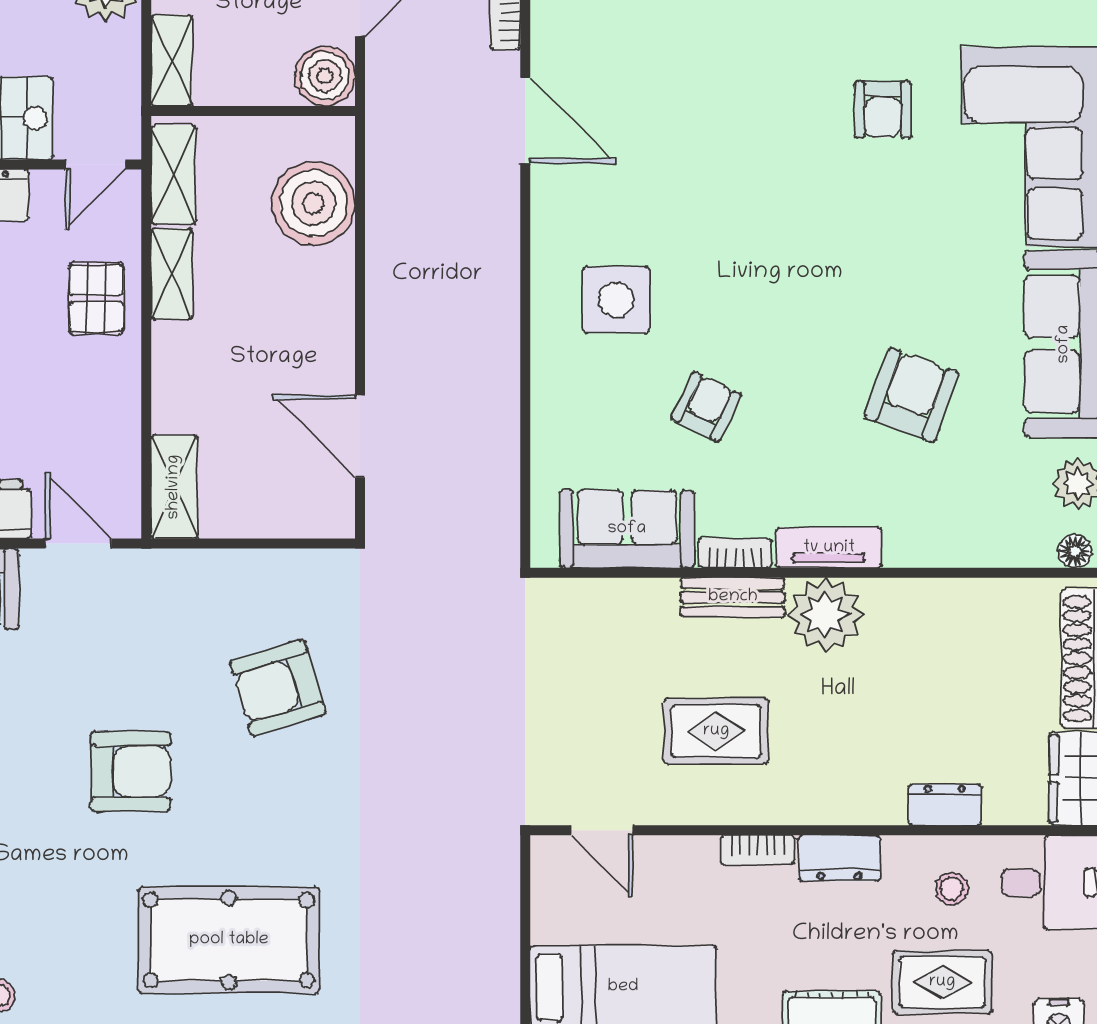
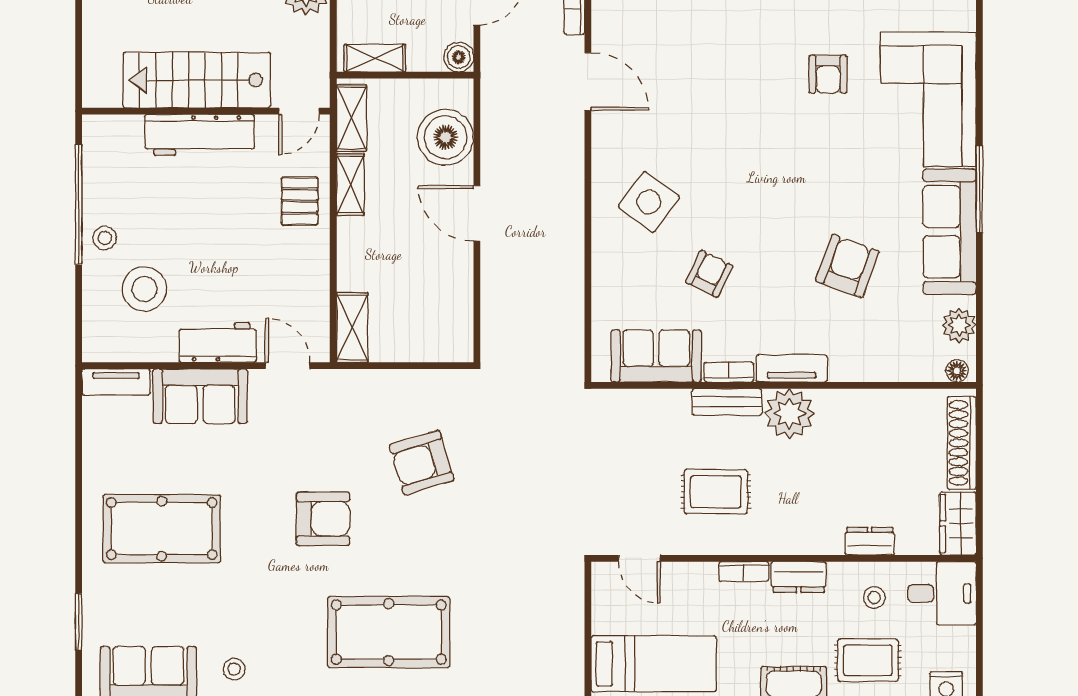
shelving: (172, 61) -> (375, 58), moved, turned 90
boiler: (325, 76) -> (459, 57), width x0.73, depth x0.73
side table: (616, 300) -> (649, 202), turned 37
door: (360, 436) -> (477, 213), moved

